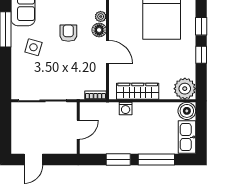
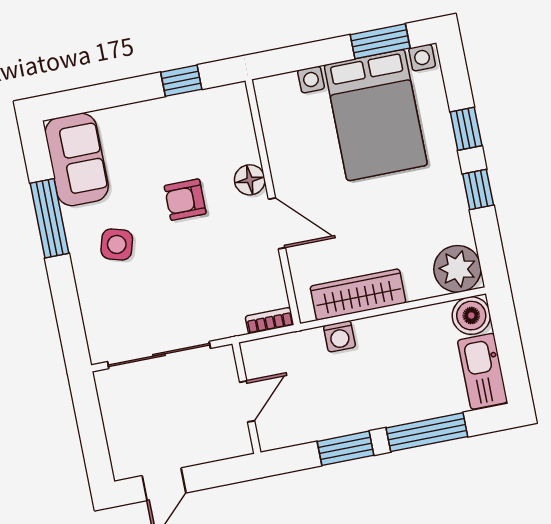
plant: (101, 16) -> (247, 150), removed
armchair: (68, 33) -> (185, 200), turned -90

